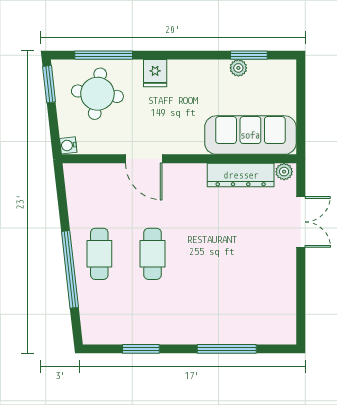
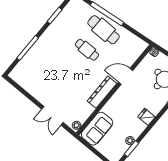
fridge: (155, 73) -> (146, 117), moved
sofa: (250, 135) -> (97, 129), width x0.73
dresser: (241, 175) -> (102, 92), moved
cafe table: (99, 254) -> (104, 30), width x1.37, depth x1.35

